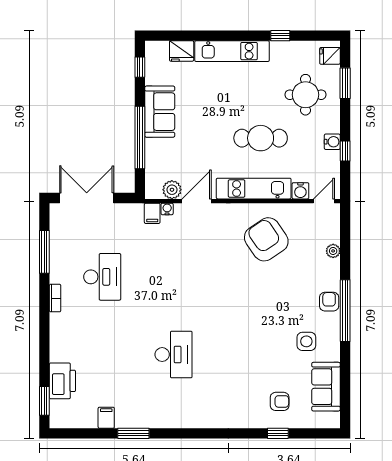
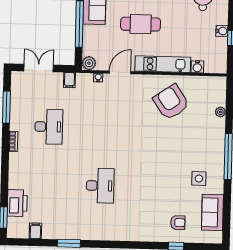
cafe table: (261, 138) -> (141, 24), moved
plant: (172, 190) -> (89, 63), moved
double door: (87, 198) -> (39, 68), width x0.73
door: (324, 201) -> (214, 75), removed
filing cabinet: (152, 213) -> (69, 80), moved
armchair: (329, 302) -> (216, 149), removed
filing cabinet: (106, 418) -> (35, 231), moved

